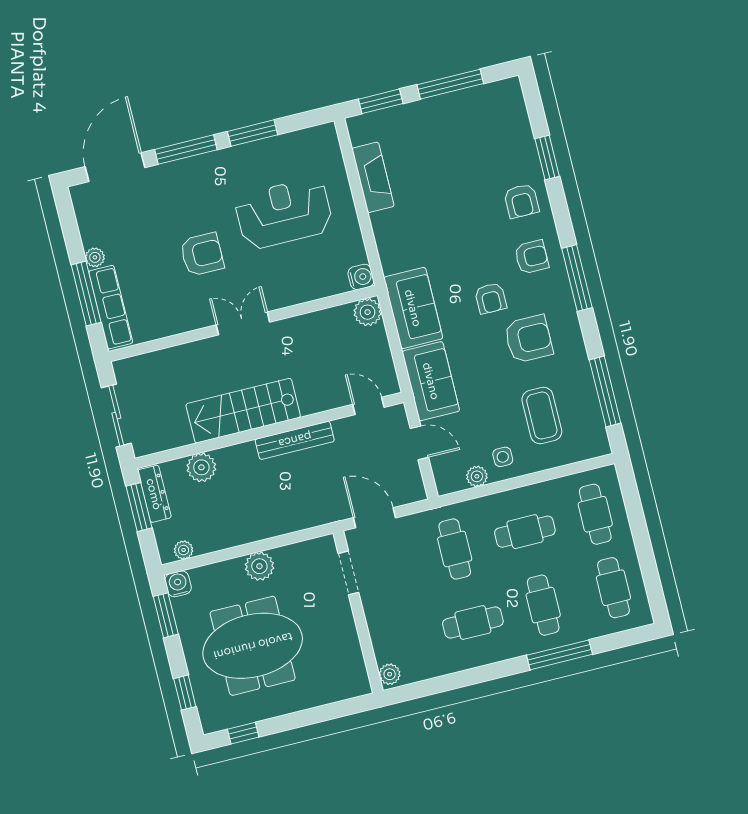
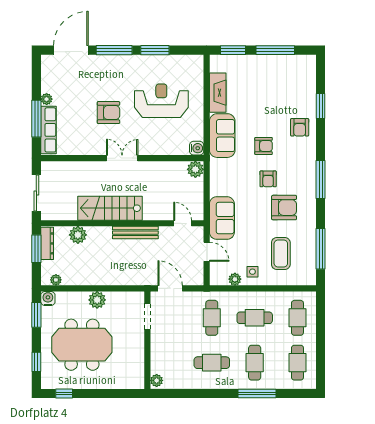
armchair: (532, 257) -> (264, 146), moved
sofa: (413, 308) -> (222, 136), moved

